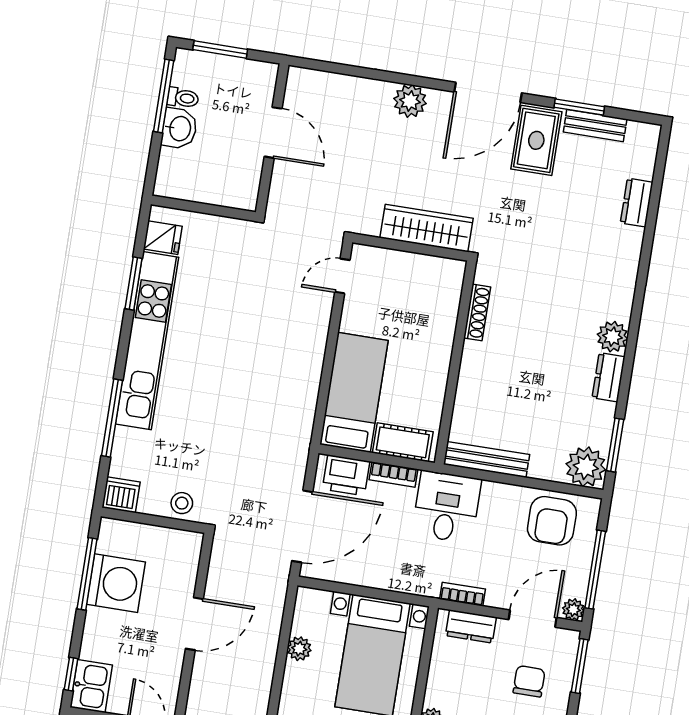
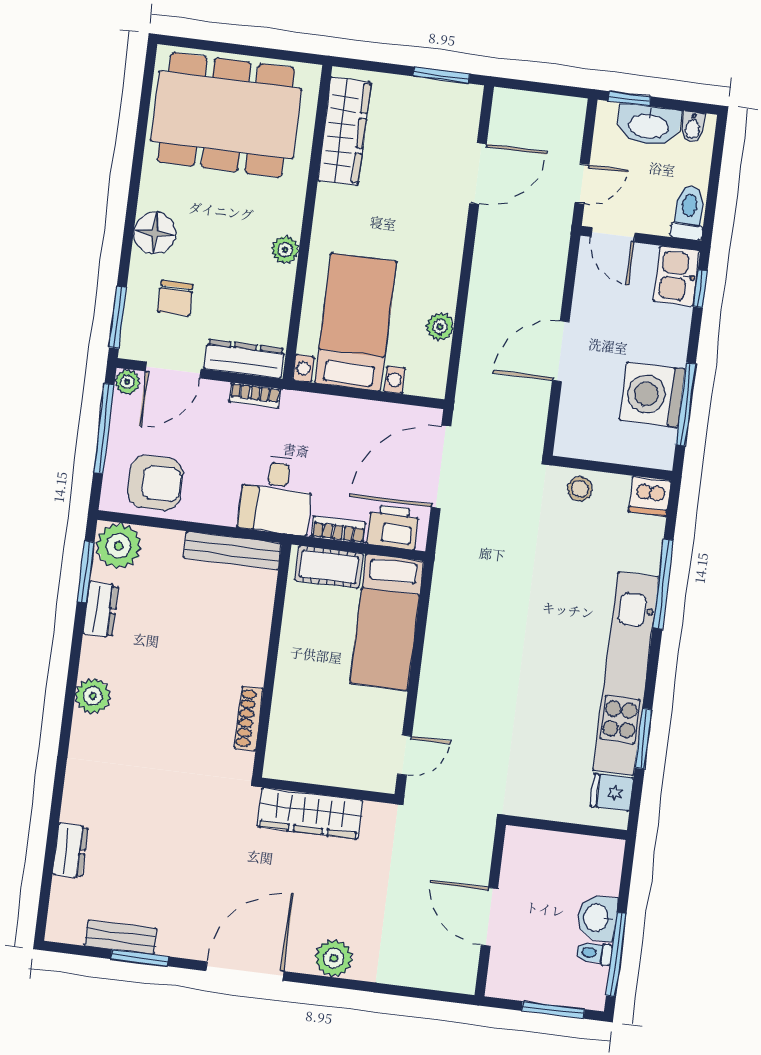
rug: (536, 140) -> (188, 918), removed
dresser: (609, 377) -> (101, 609), moved
armchair: (552, 521) -> (155, 483), turned 90
dresser: (471, 626) -> (244, 359), width x1.44

